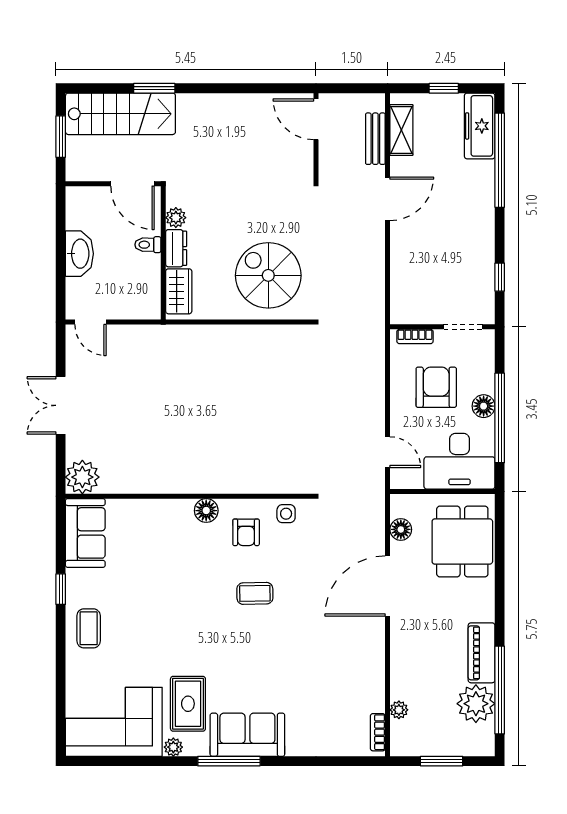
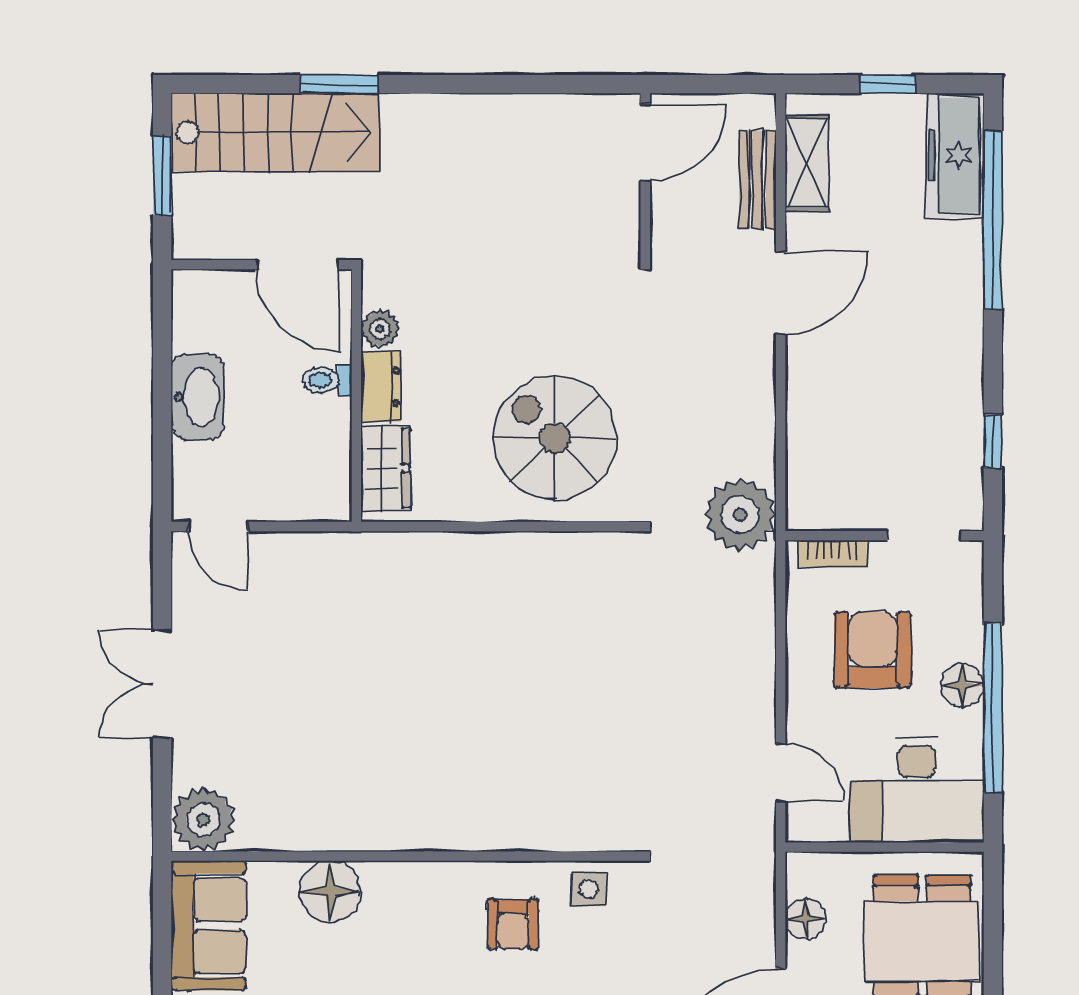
door: (316, 119) -> (645, 143), swing flipped
plant: (366, 316) -> (740, 515), added
floor lamp: (206, 511) -> (330, 891), moved, width x1.38, depth x1.38

